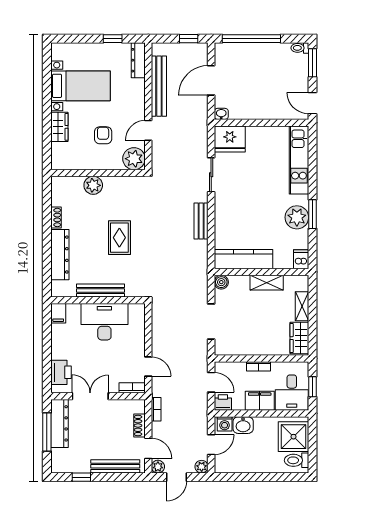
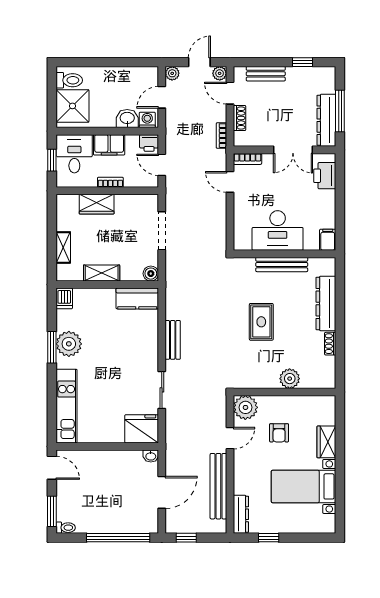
kitchen counter: (243, 259) -> (137, 298), width x0.67
wardrobe: (299, 338) -> (97, 204), moved, turned 90
bench: (115, 466) -> (266, 74), width x0.73

